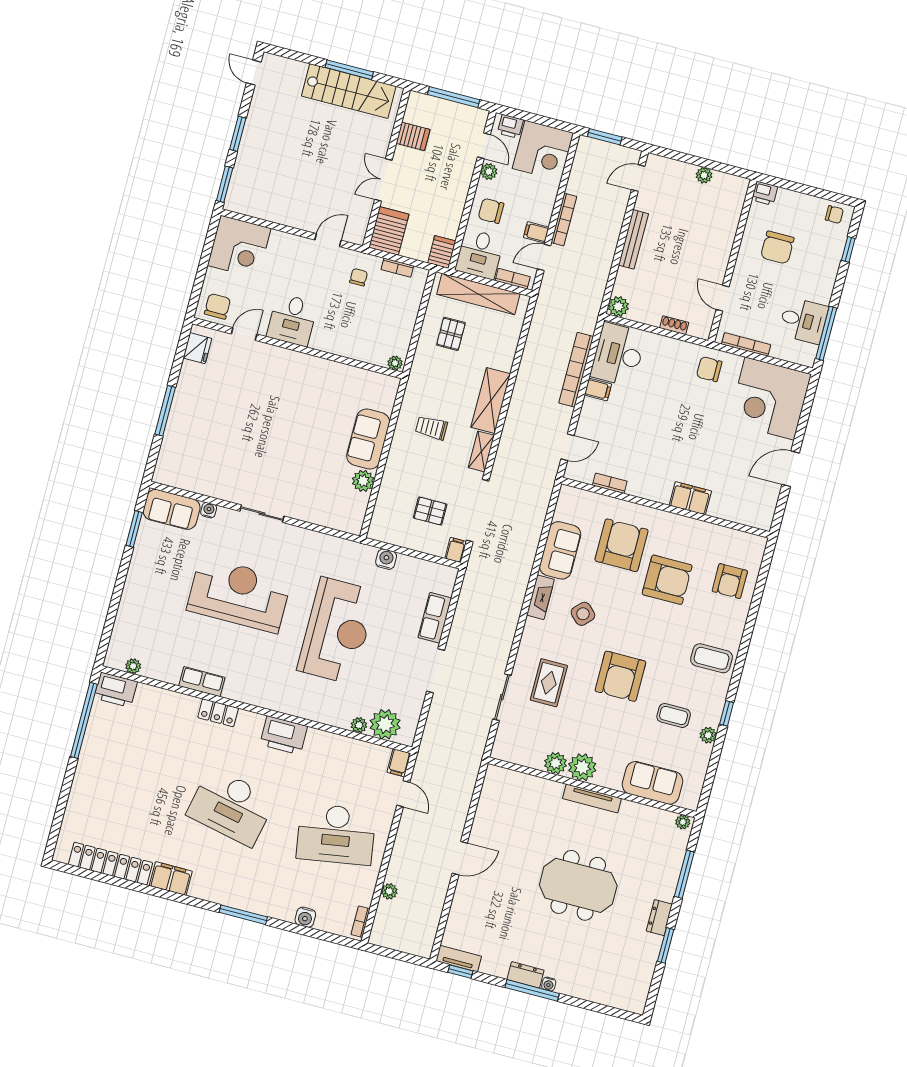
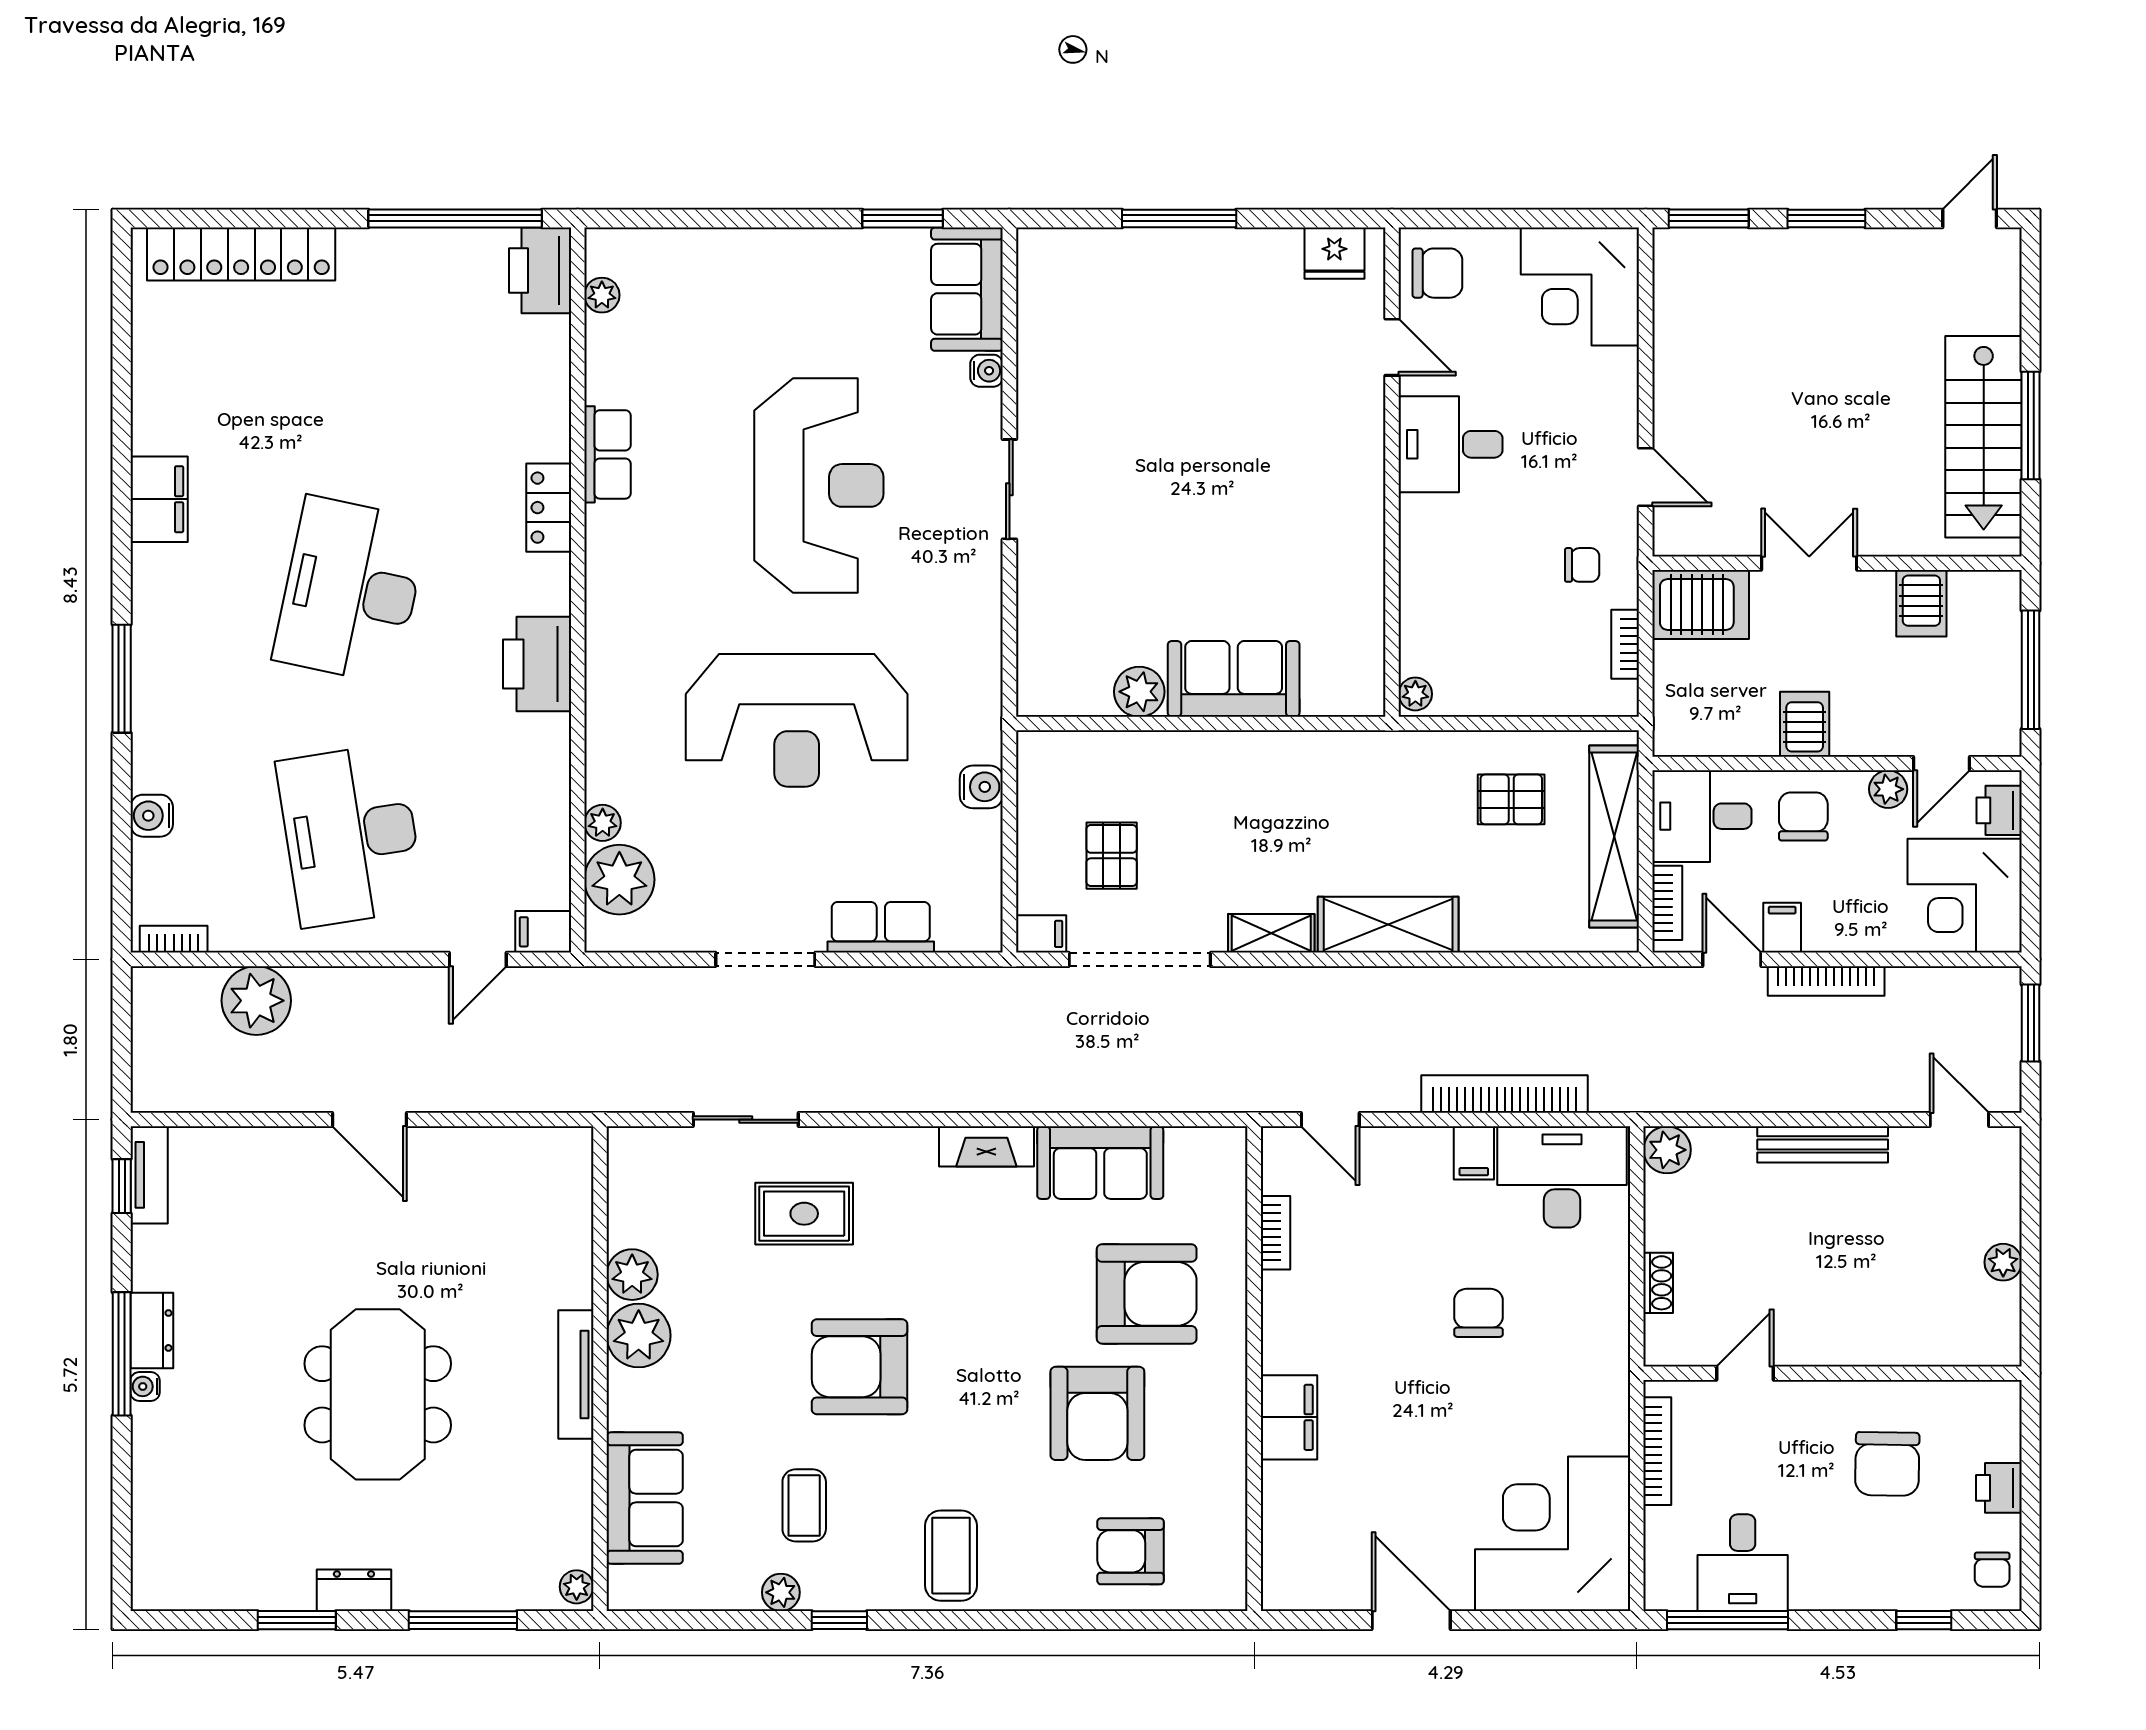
printer: (765, 193) -> (1999, 1488), moved
chair: (777, 248) -> (1887, 1464), turned -89
server rack: (442, 252) -> (1805, 724), moved, turned -90
chair: (709, 369) -> (1478, 1313), moved
trolley: (431, 428) -> (1295, 811), removed
side table: (583, 614) -> (975, 1249), removed
locker: (111, 864) -> (241, 254), moved, turned 90
plant: (389, 891) -> (256, 1001), width x1.87, depth x1.87

